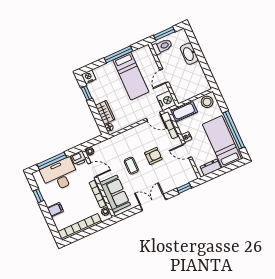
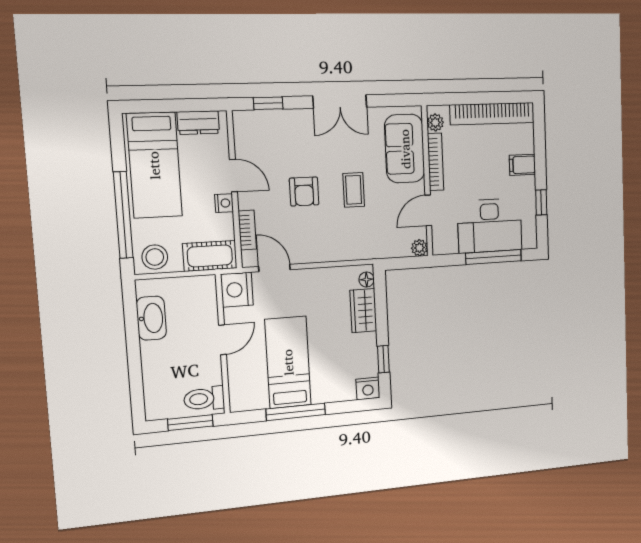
washbasin: (189, 54) -> (151, 318), moved
window: (234, 130) -> (123, 215), moved
armchair: (153, 156) -> (304, 192), turned -90
printer: (79, 158) -> (445, 243), removed
door: (93, 170) -> (428, 210), hinge flipped

